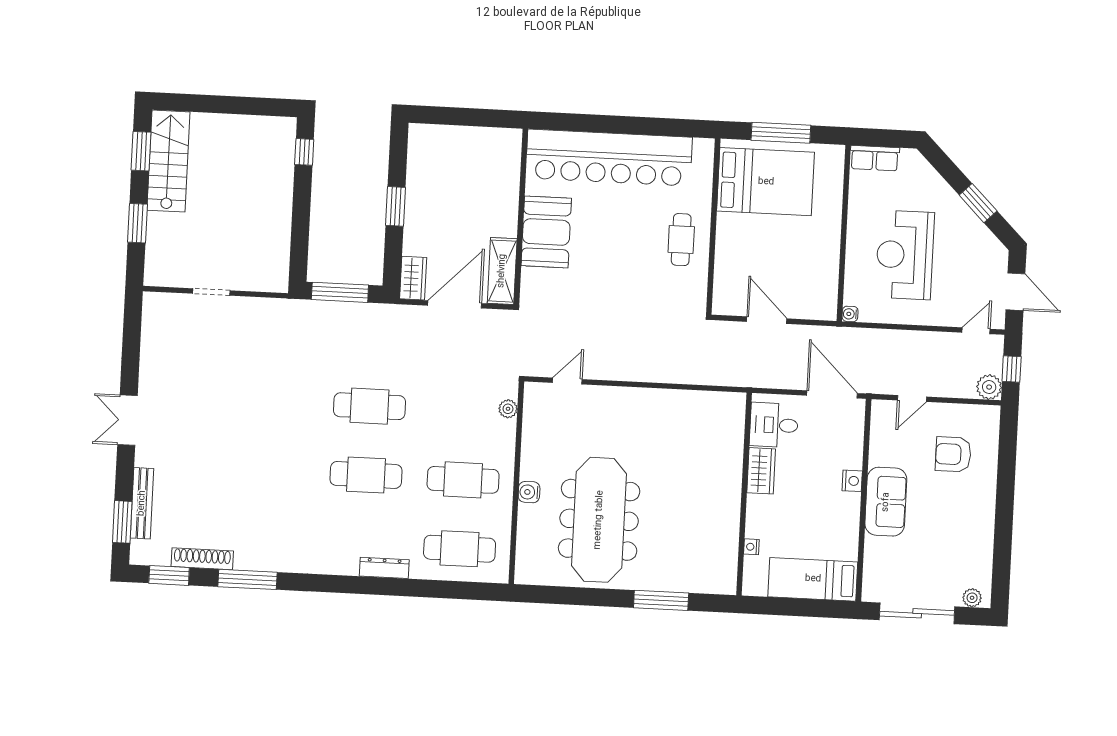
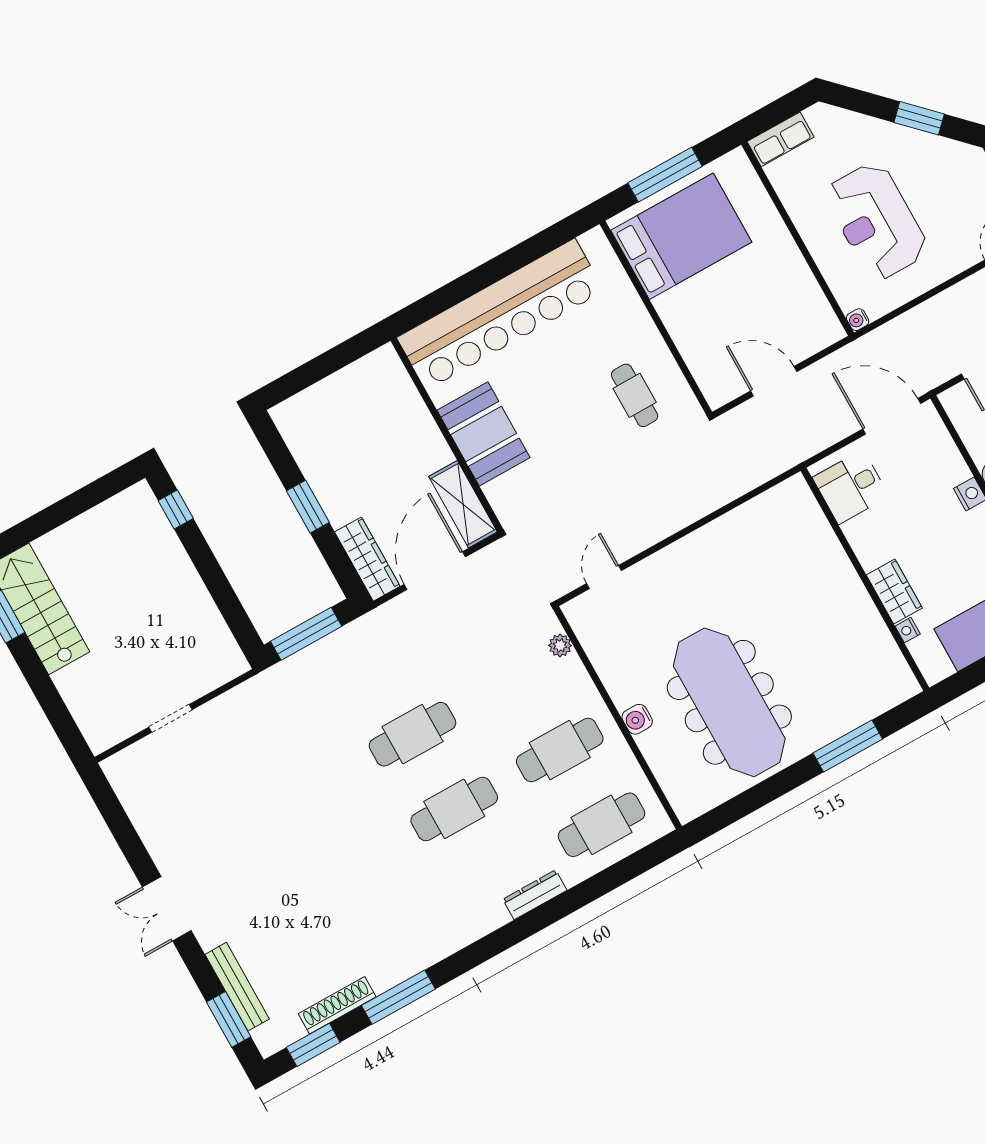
window: (137, 223) -> (47, 695), removed
cafe table: (681, 240) -> (635, 395), moved
wardrobe: (413, 278) -> (367, 559), width x1.50
wardrobe: (761, 471) -> (894, 591), moved

